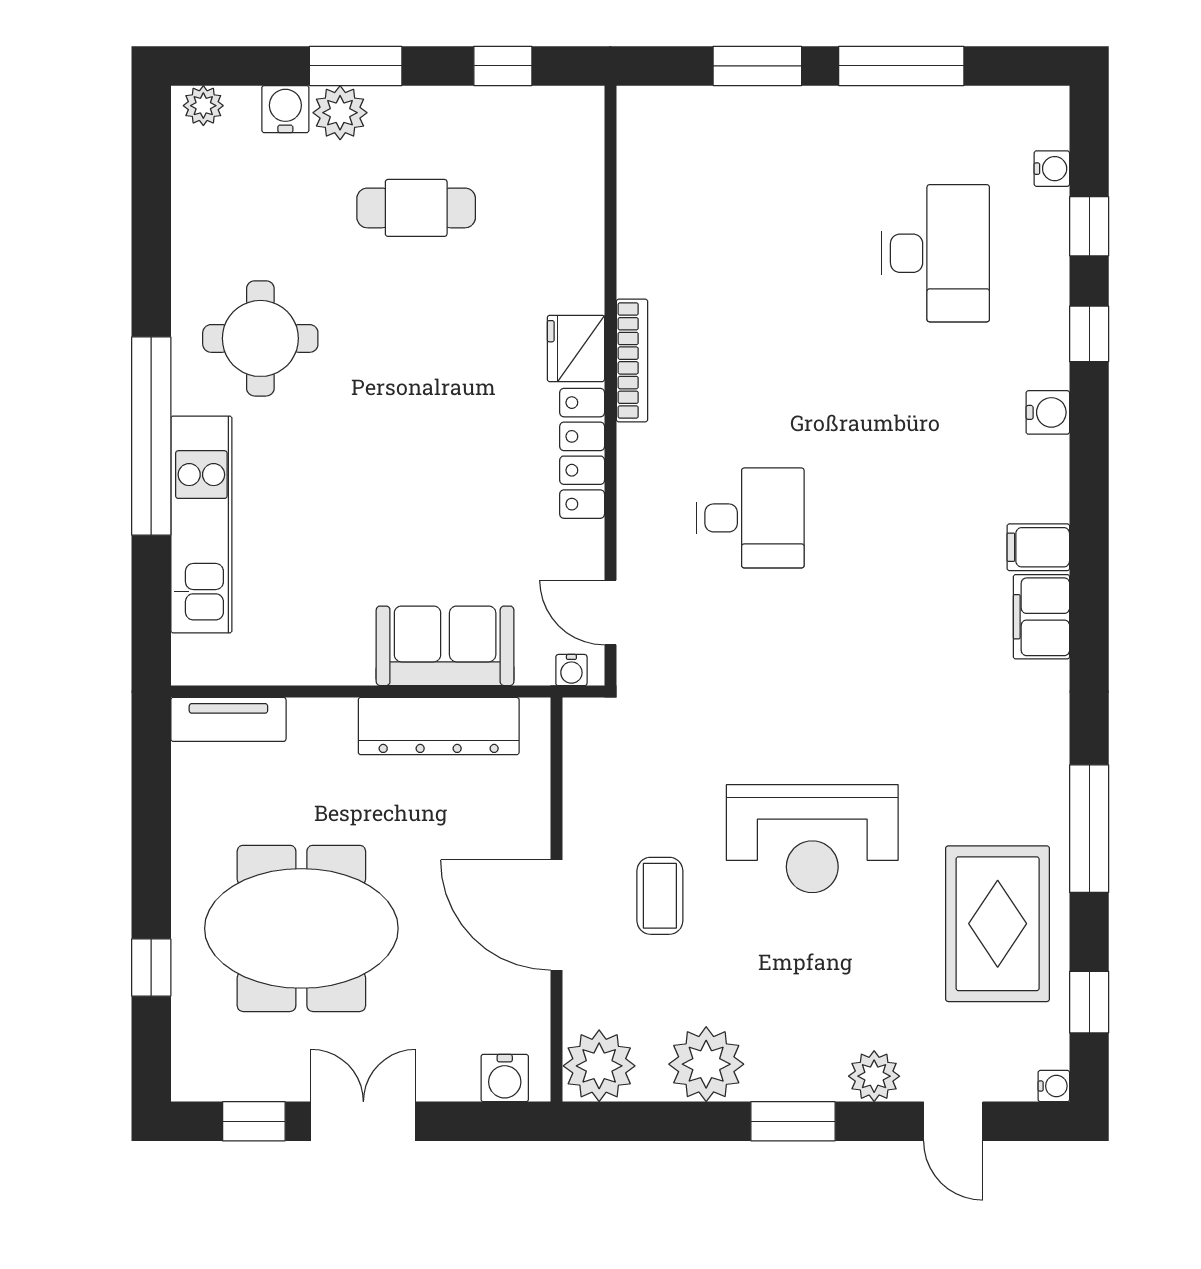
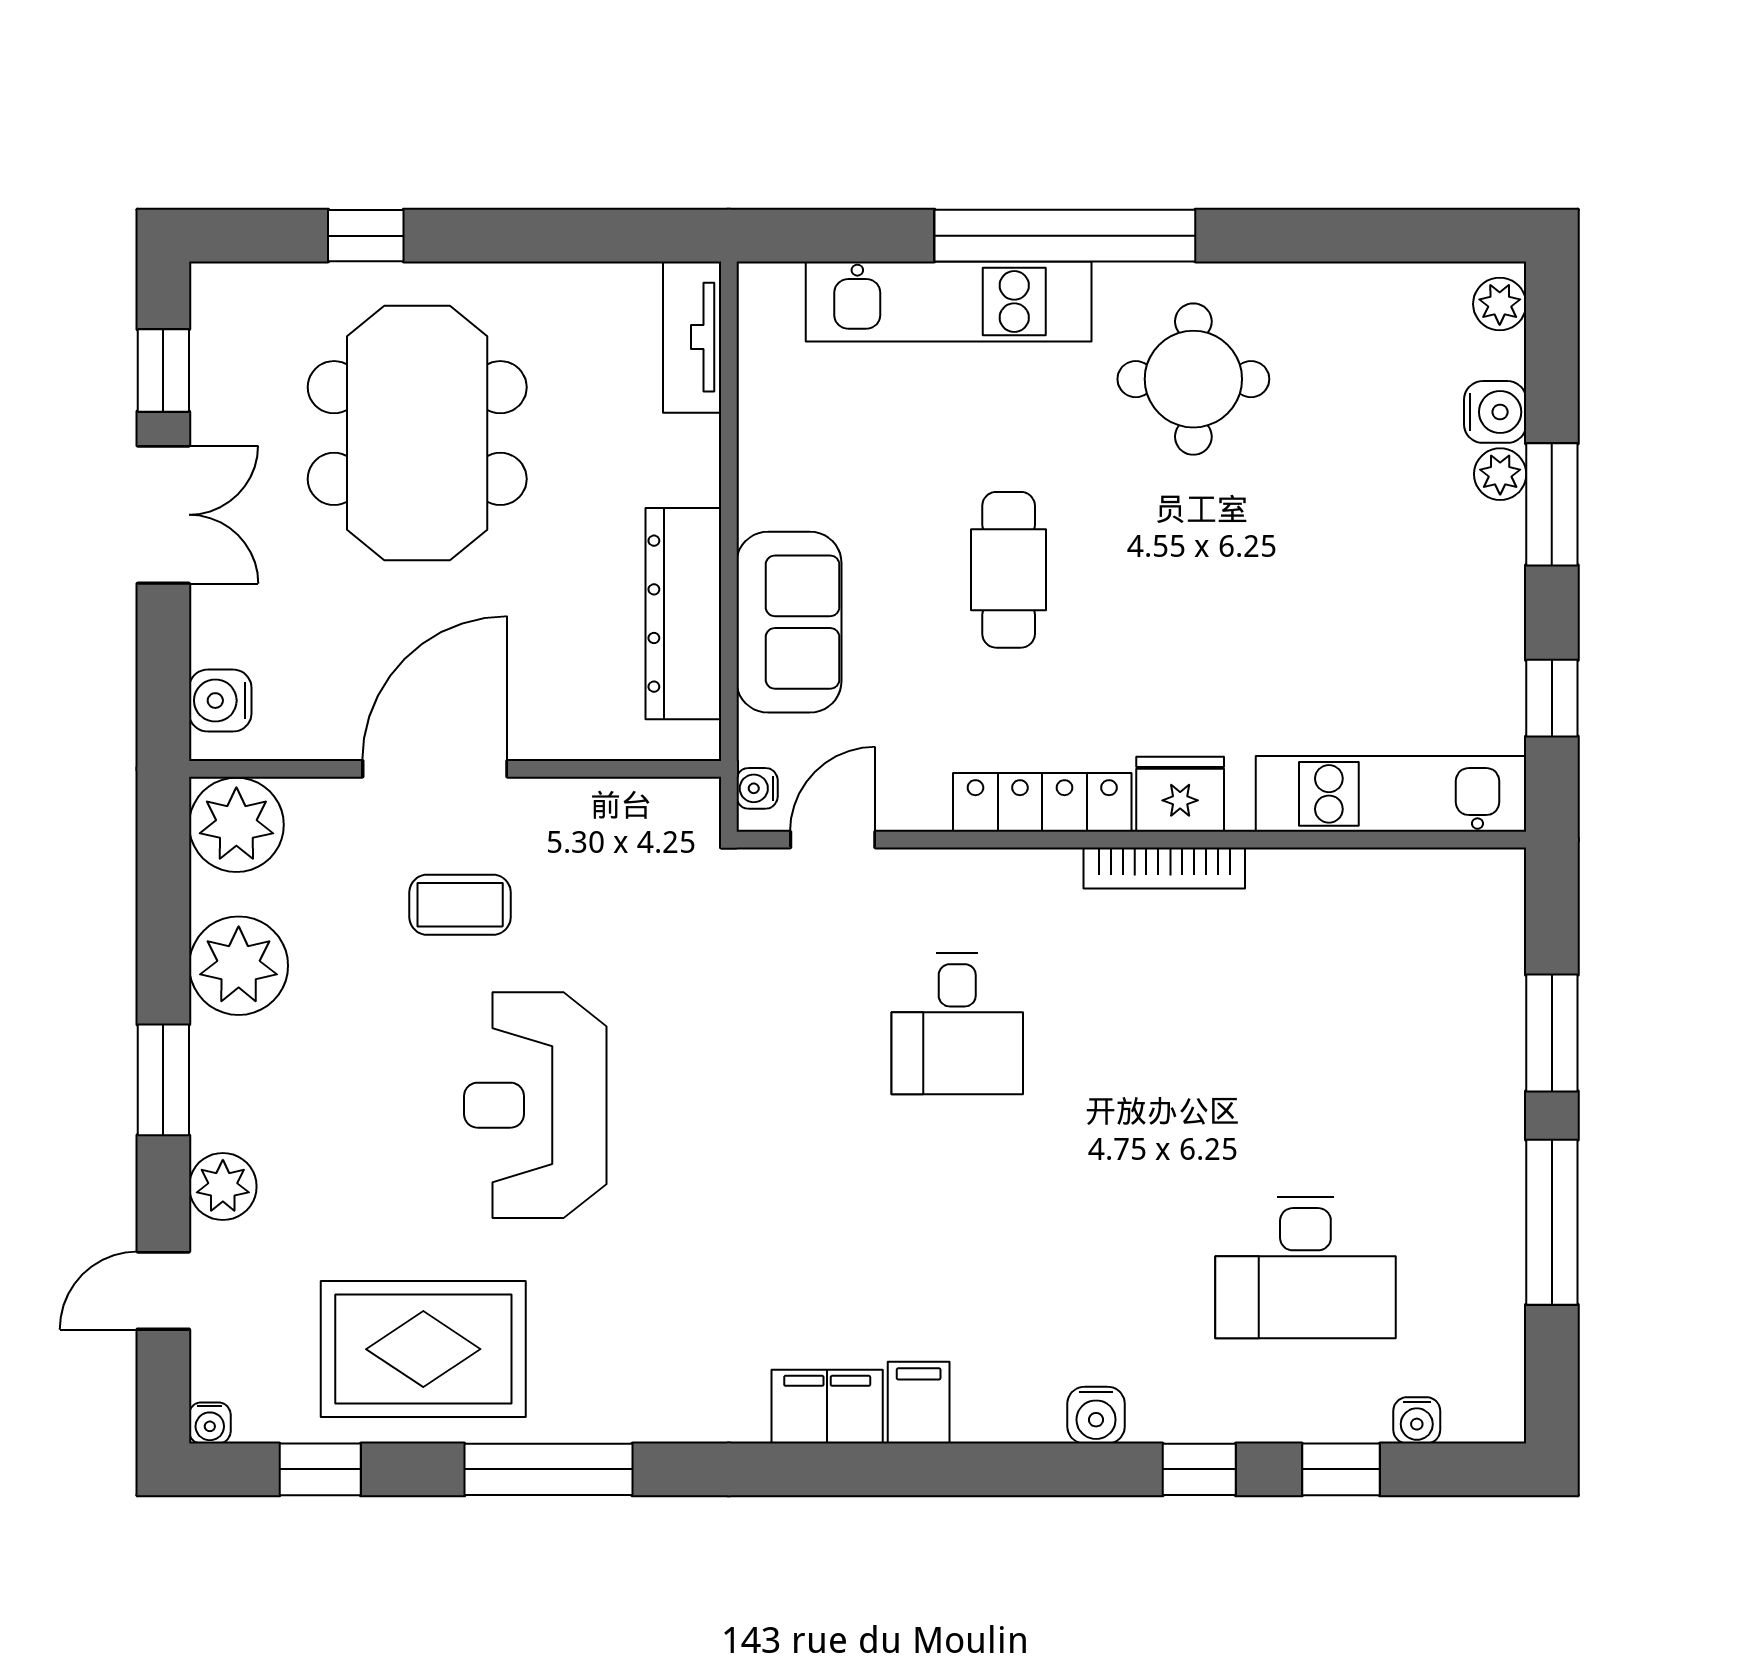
plant: (340, 113) -> (1500, 474), width x0.73, depth x0.73
kitchen unit: (576, 188) -> (1391, 794), added
cafe table: (416, 208) -> (1009, 570), moved

